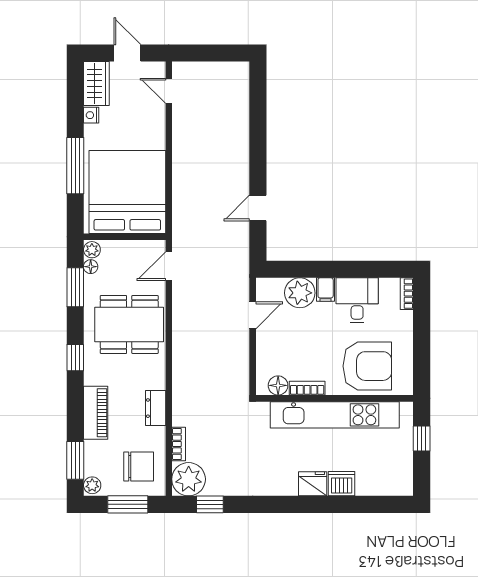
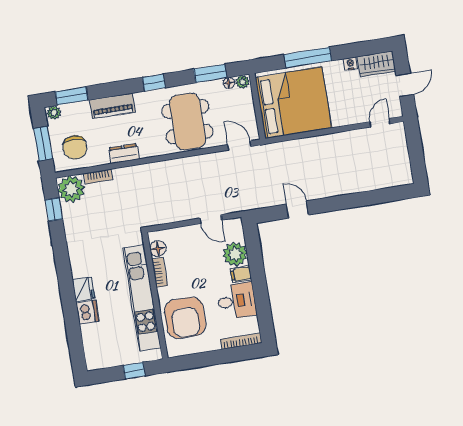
bookcase: (407, 294) -> (241, 341), width x1.56

